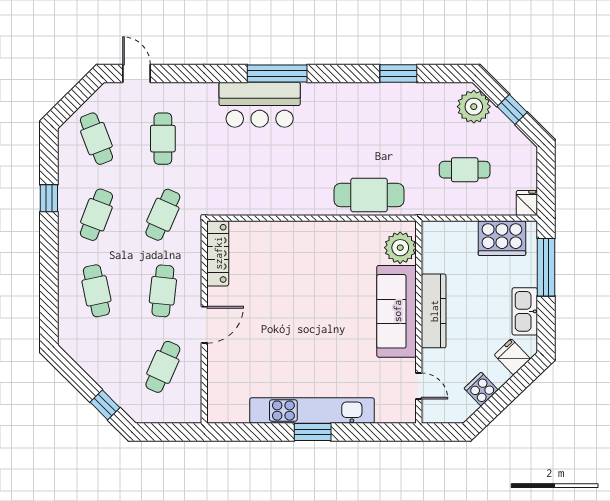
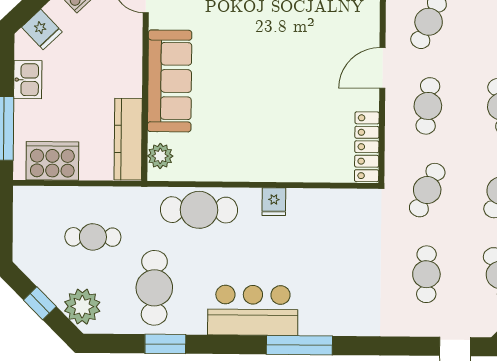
bar counter: (260, 105) -> (253, 310), moved
cafe table: (409, 124) -> (154, 288), added
fridge: (527, 203) -> (274, 202), moved
plant: (400, 248) -> (160, 156), width x0.73, depth x0.73
kitchen counter: (434, 311) -> (128, 139), moved
kitchen sink: (525, 311) -> (28, 80), width x0.73

